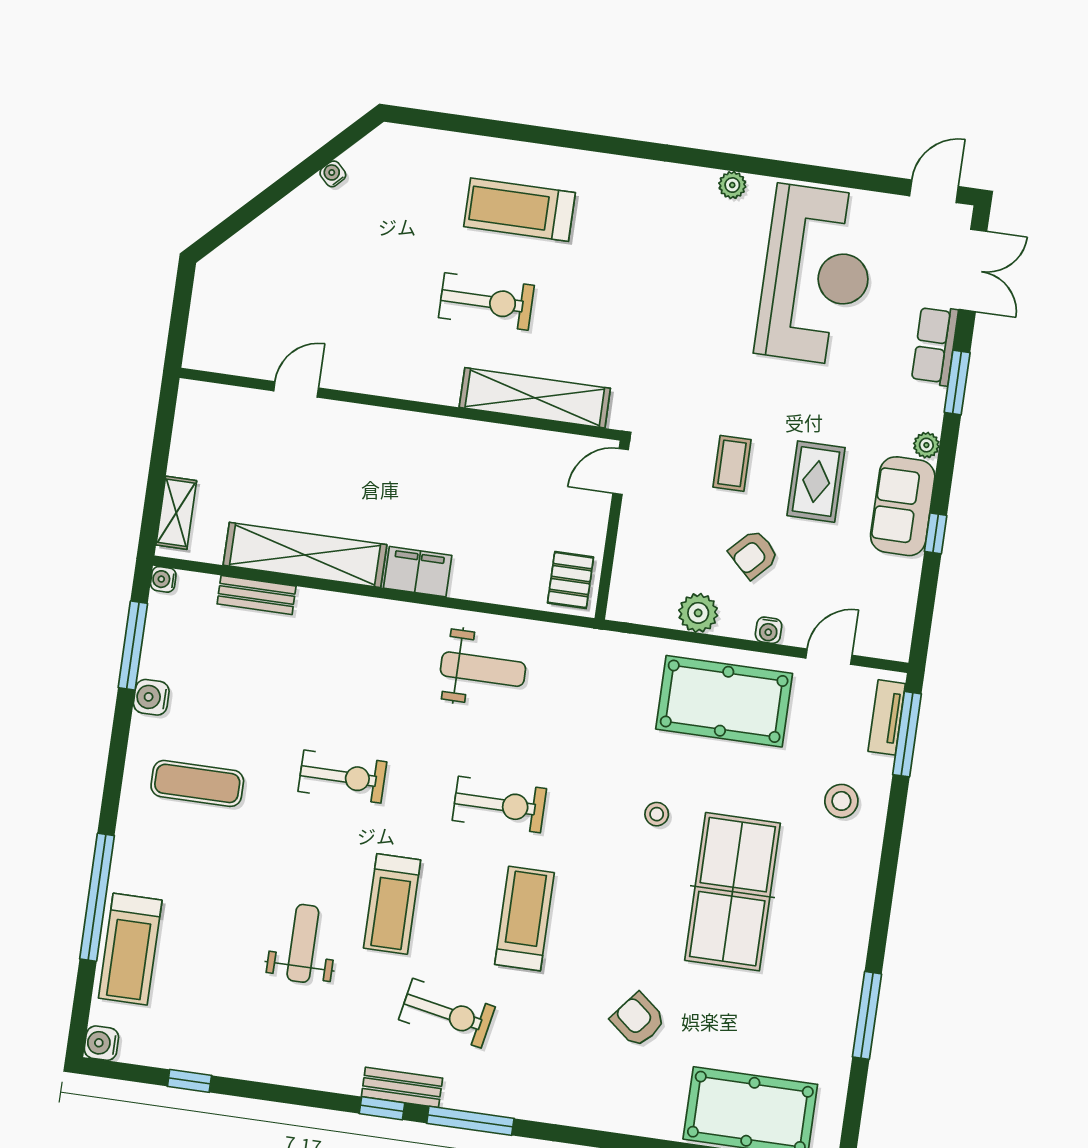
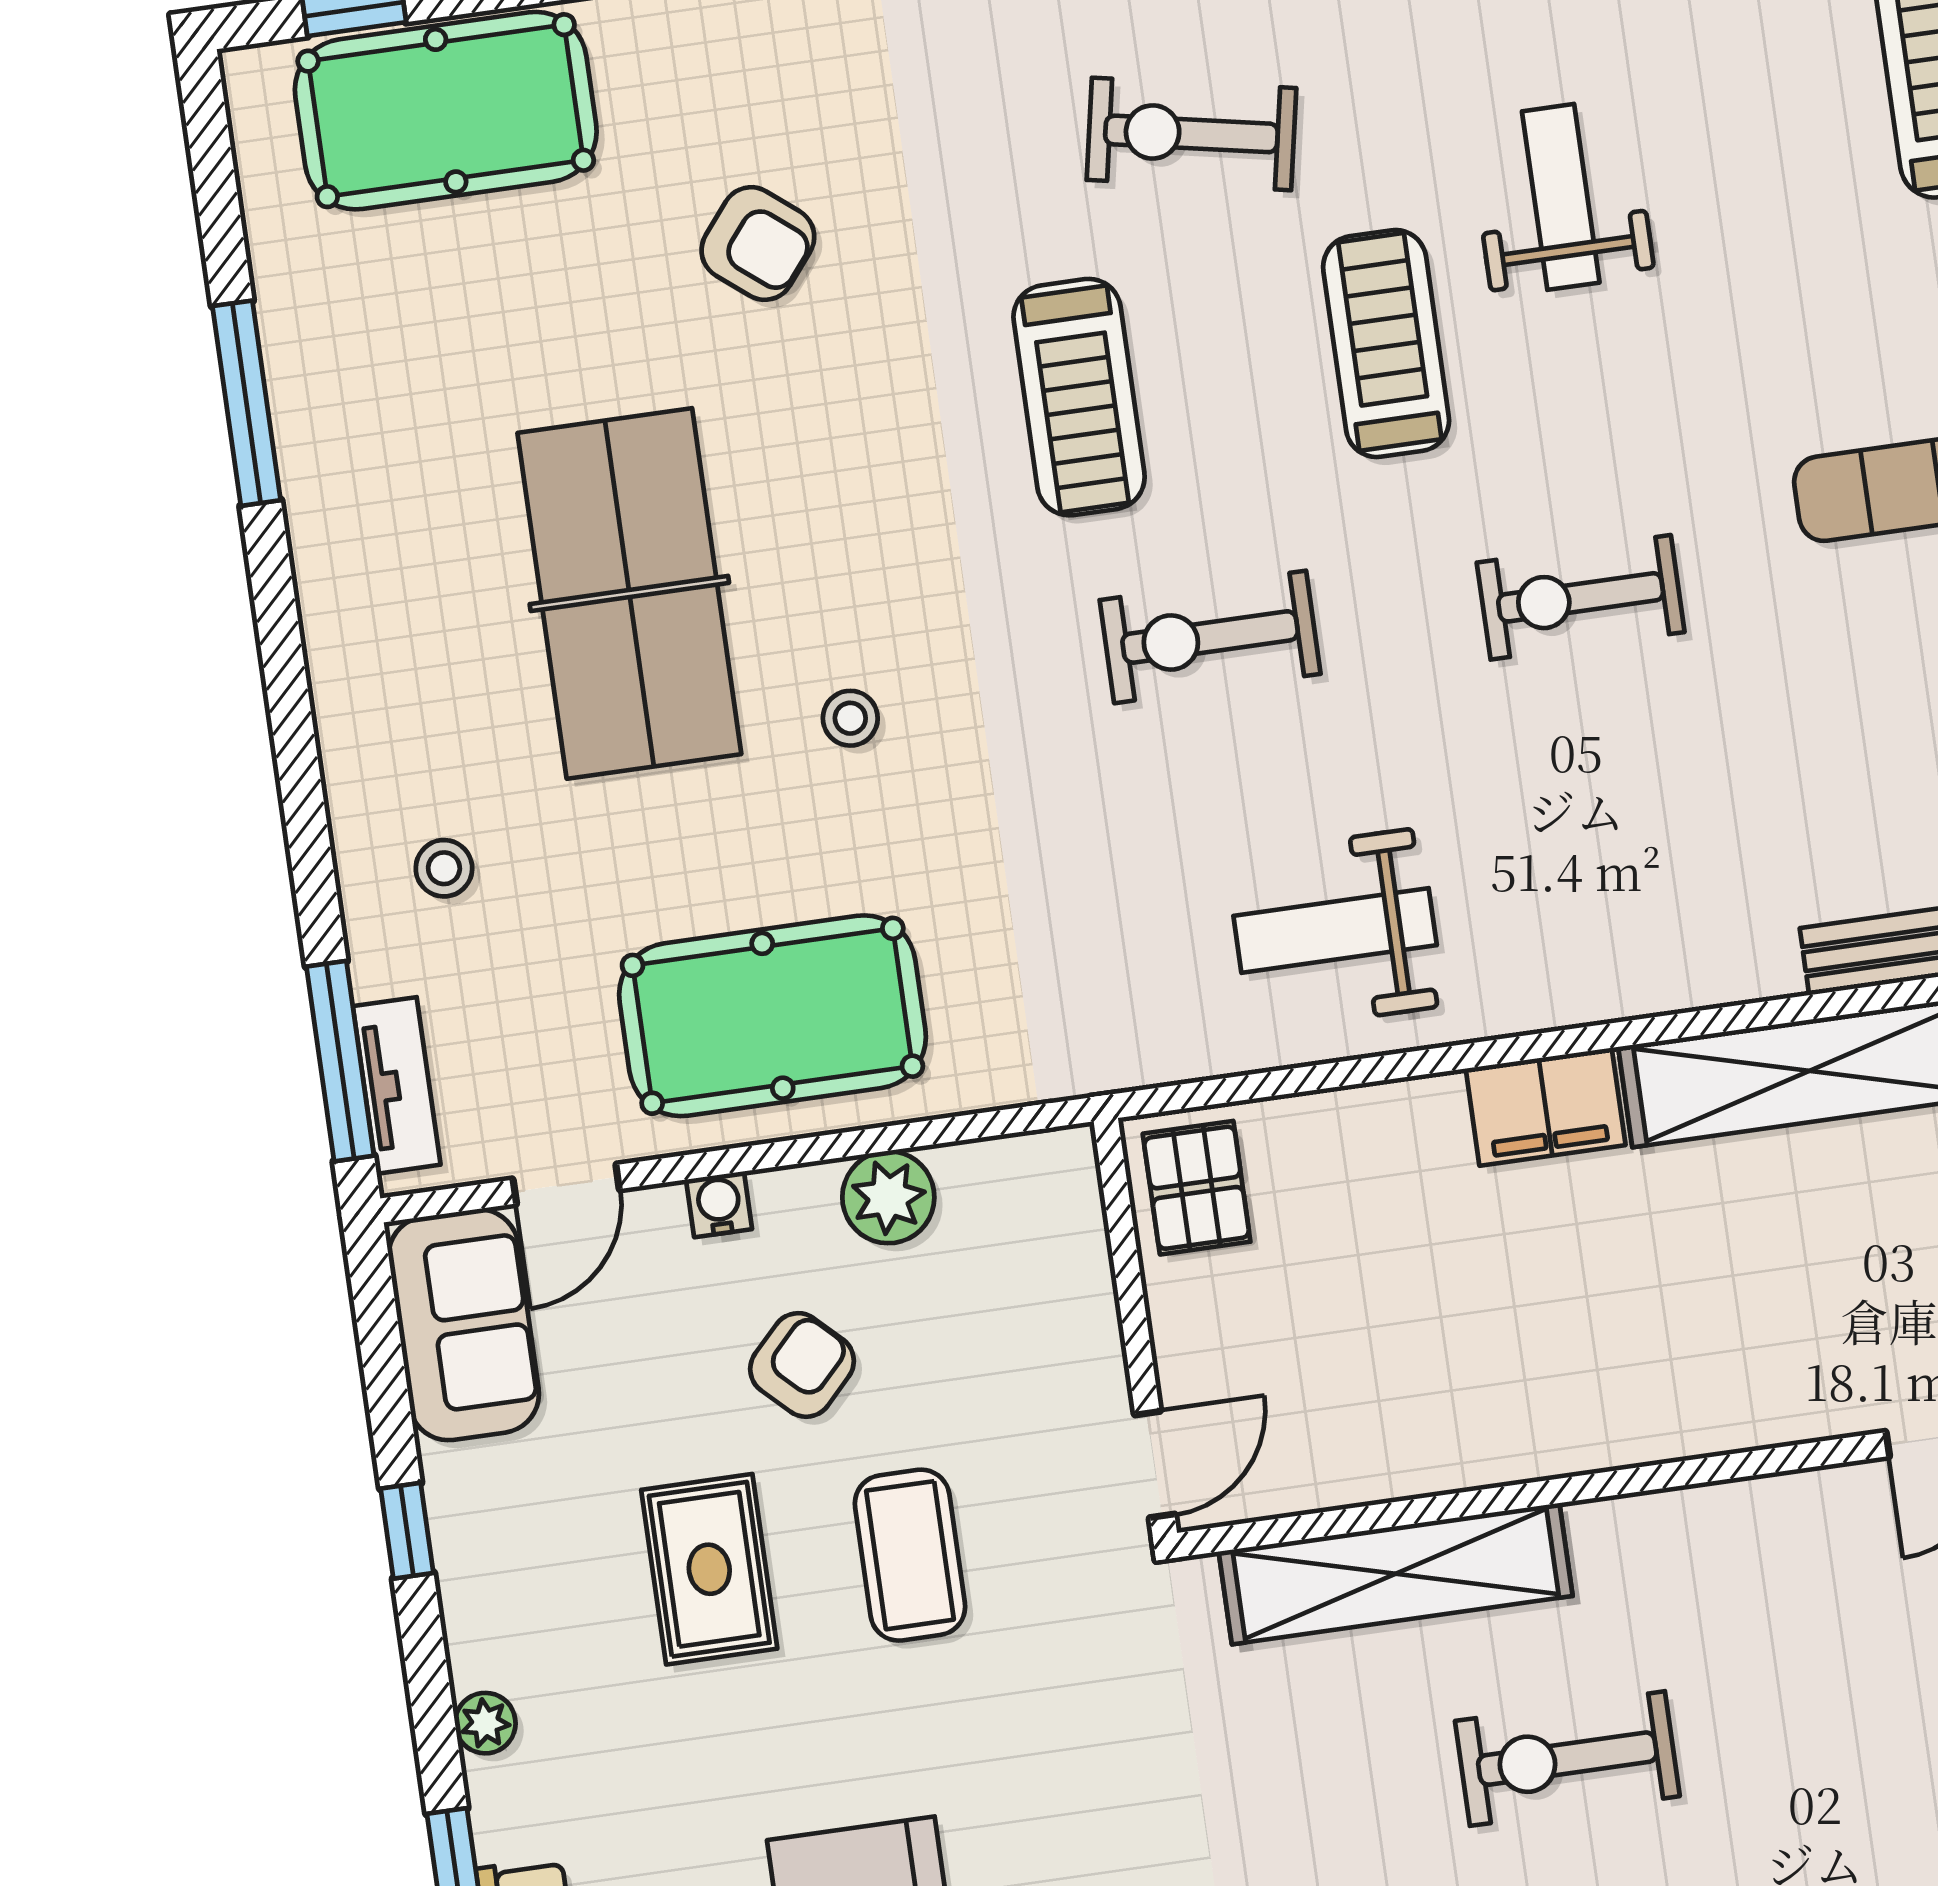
coffee table: (732, 463) -> (910, 1555), width x1.36, depth x1.30
sofa: (903, 506) -> (464, 1325), moved
stool: (841, 801) -> (444, 868), width x0.73, depth x0.73
weight bench: (303, 943) -> (1561, 197), turned 180

